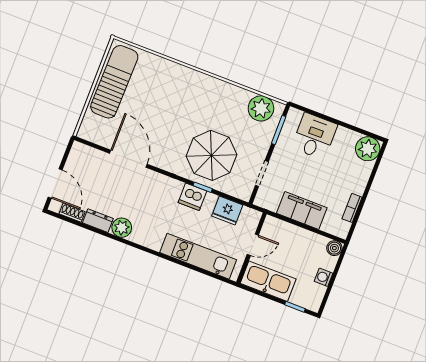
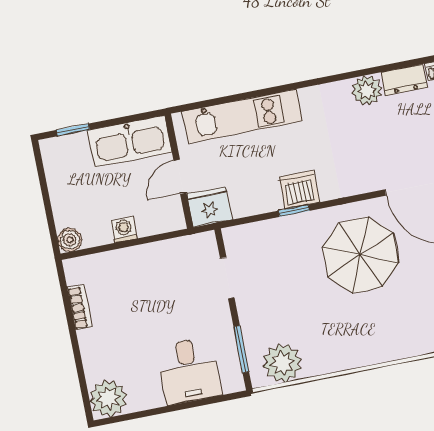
parasol: (211, 155) -> (361, 255), moved
fridge: (227, 210) -> (209, 207), moved
filing cabinet: (302, 211) -> (144, 262), removed
washing machine: (324, 277) -> (124, 230), moved, turned -90

